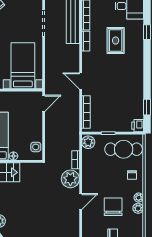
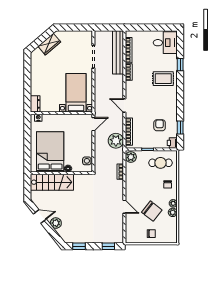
rug: (116, 41) -> (163, 79), moved, turned 90
armchair: (122, 104) -> (160, 125), added
cafe table: (124, 149) -> (161, 163), width x0.73, depth x0.74
plant: (70, 179) -> (116, 141), moved
door: (81, 202) -> (124, 207), hinge flipped
chair: (113, 207) -> (152, 211), turned 128

